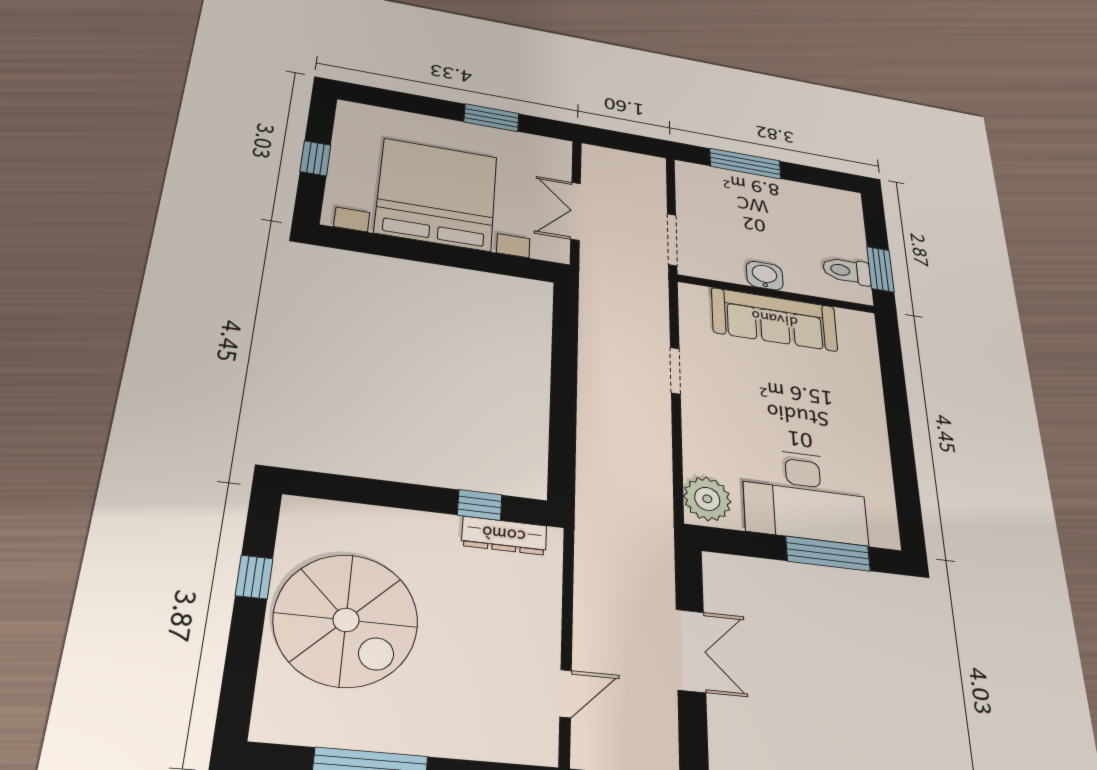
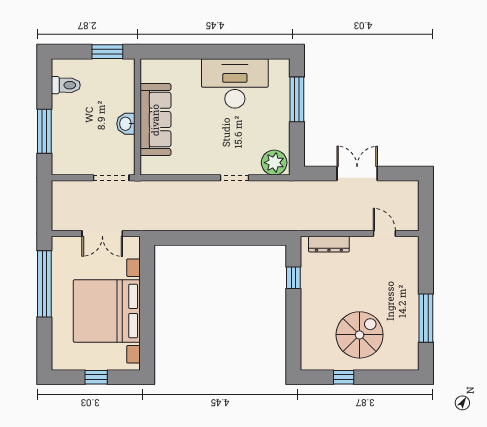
window: (491, 118) -> (44, 284), width x2.11
toilet: (847, 271) -> (66, 85), moved, turned -90
doorway: (675, 371) -> (234, 178), moved
desk: (804, 496) -> (235, 83), moved, turned -90
dresser: (504, 536) -> (329, 244), moved, turned 90
spiral stairs: (346, 620) -> (360, 335), width x0.73, depth x0.73

